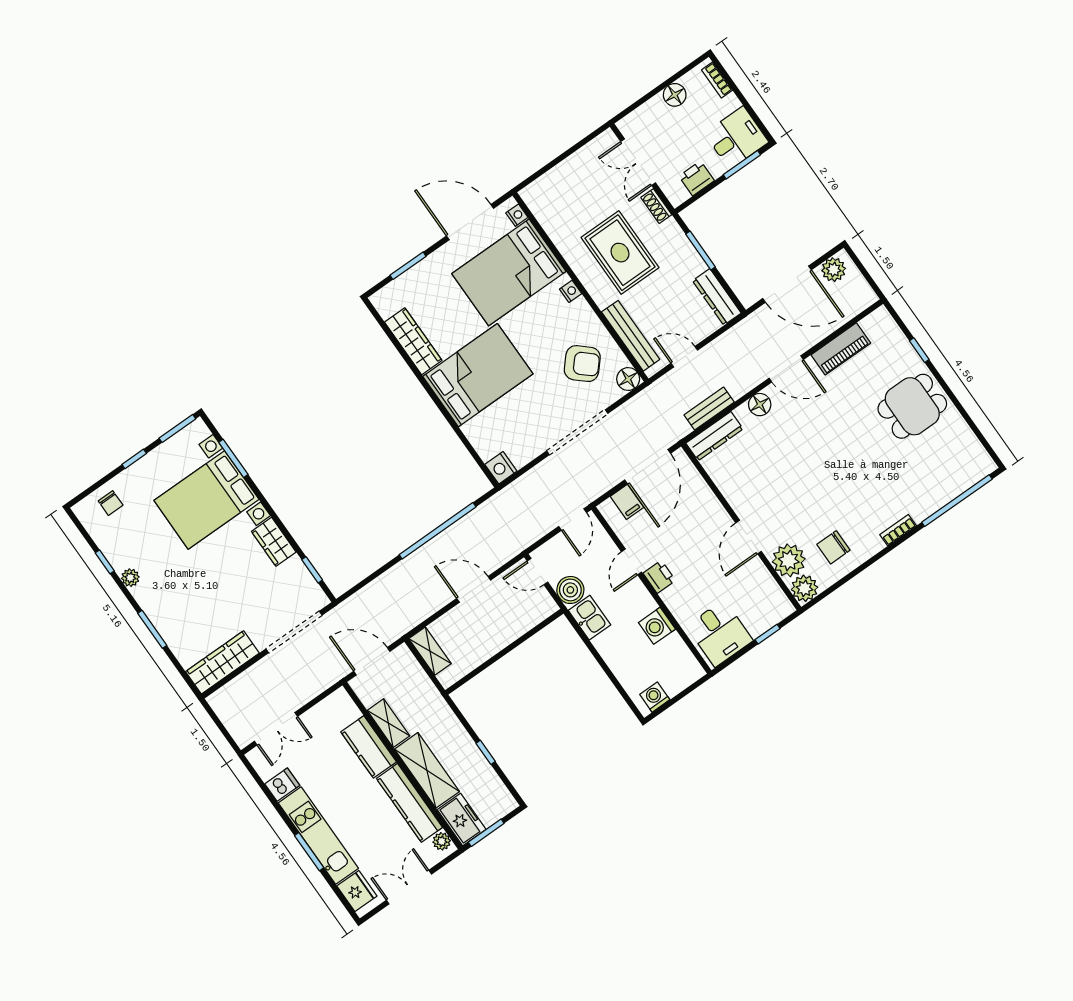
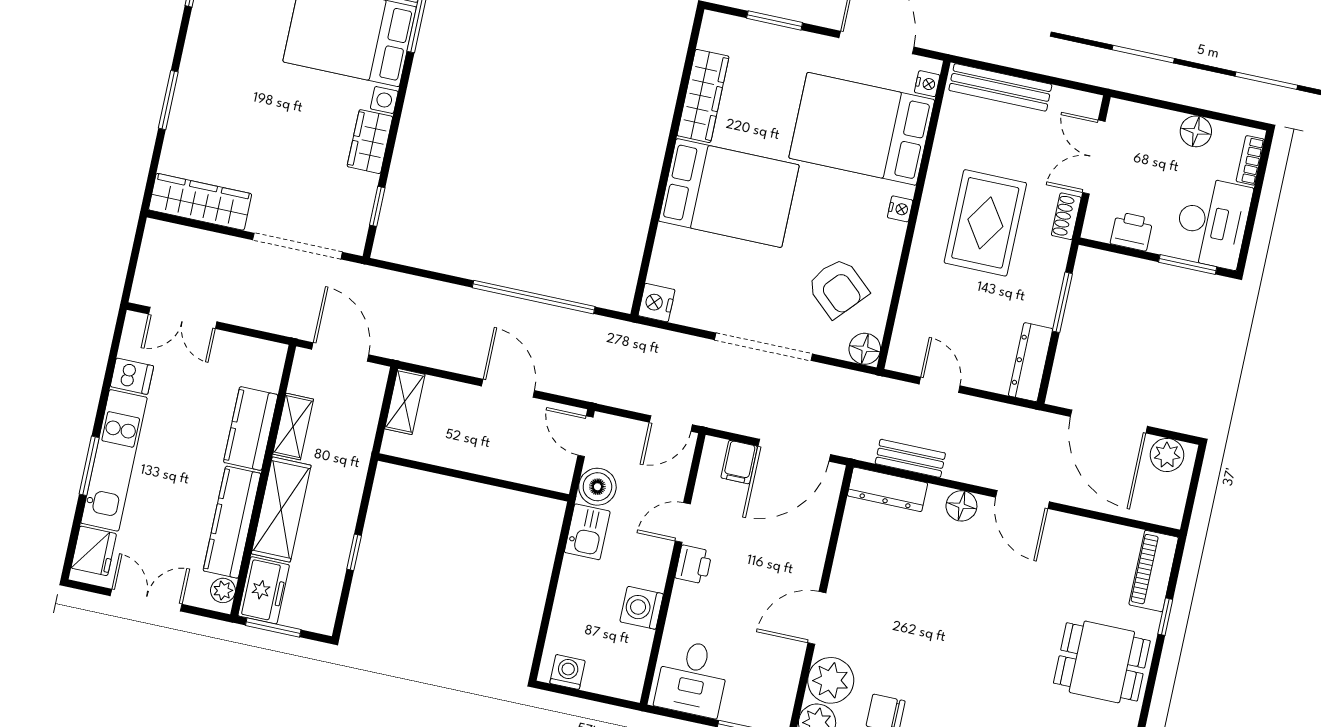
desk: (736, 138) -> (1212, 222), width x1.37
bench: (631, 336) -> (1000, 87), moved, turned 90
piano: (841, 349) -> (1154, 571), moved, turned 90
plant: (130, 578) -> (200, 30), removed

